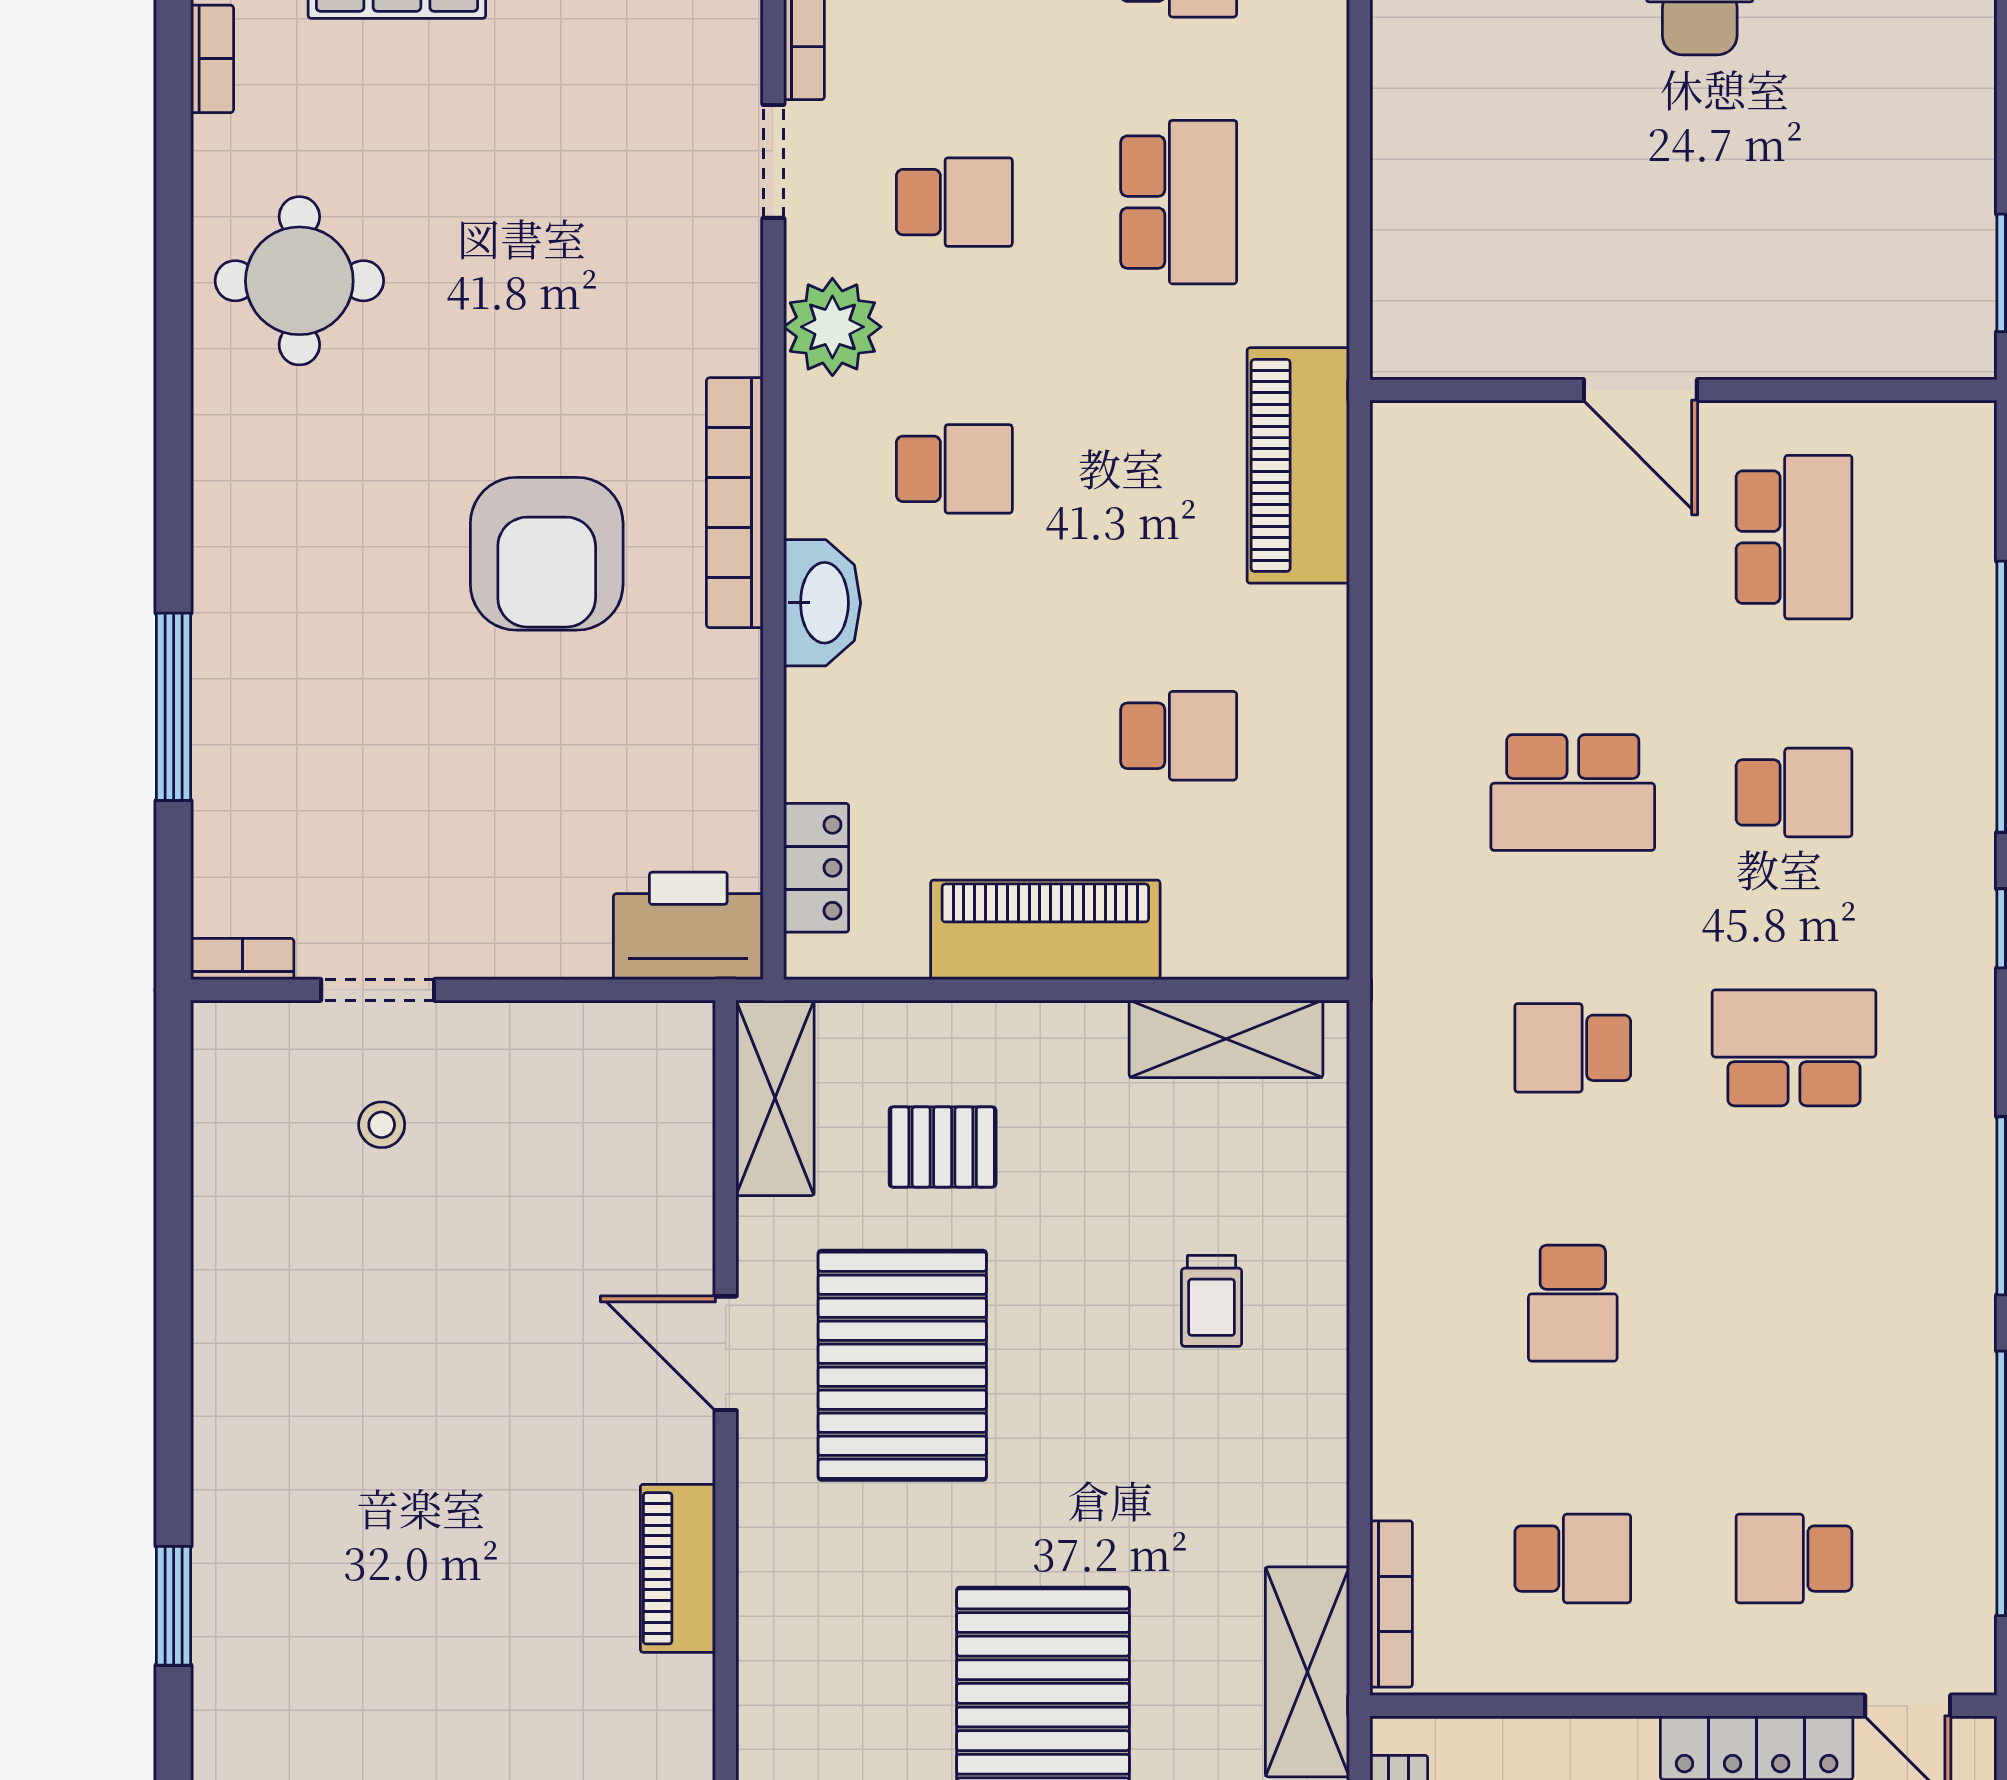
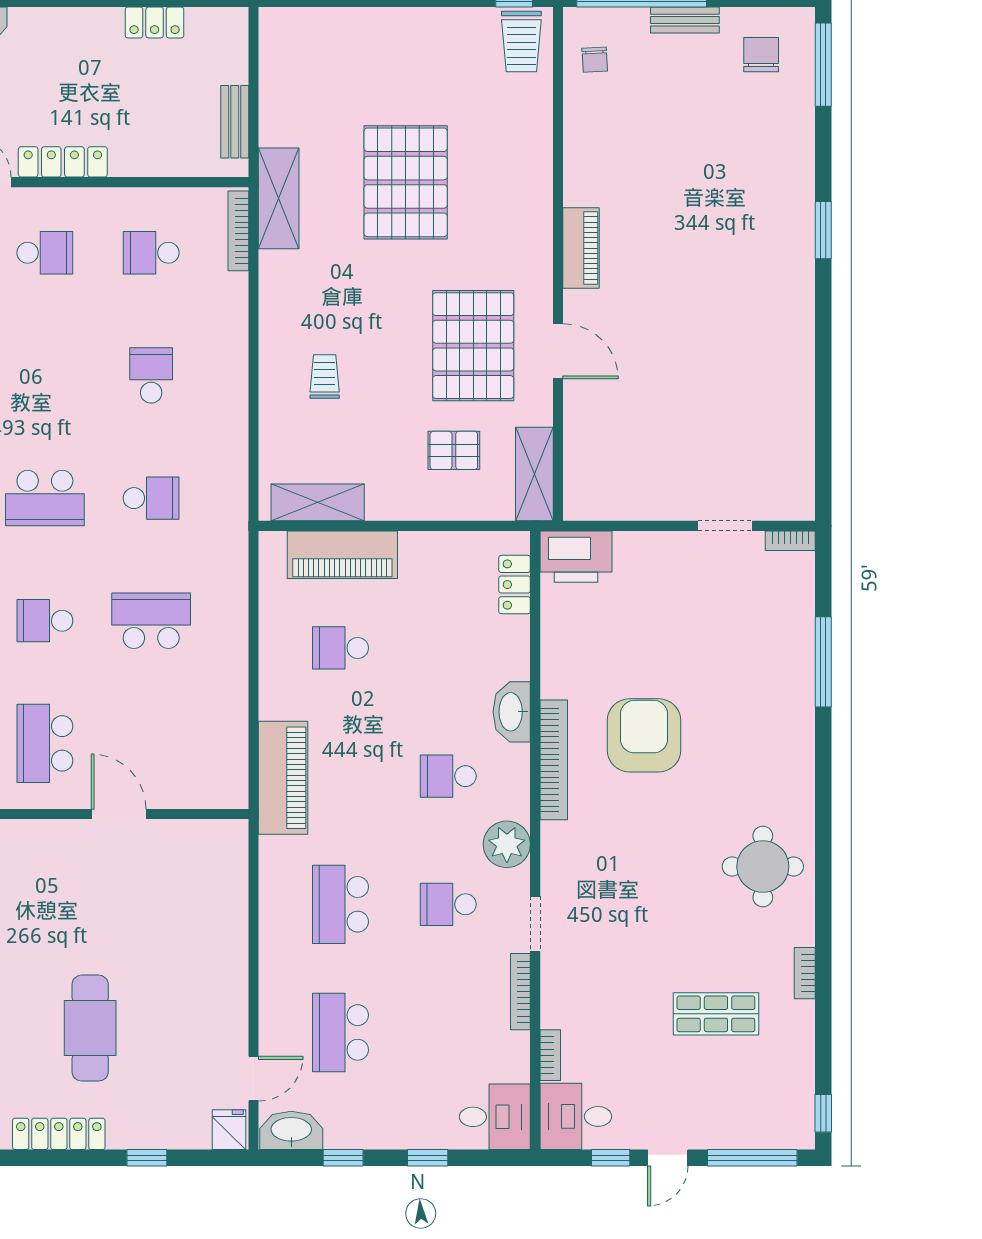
piano: (1045, 930) -> (342, 555), moved
stool: (382, 1125) -> (723, 461), removed

